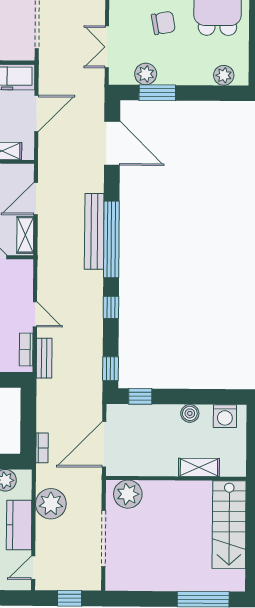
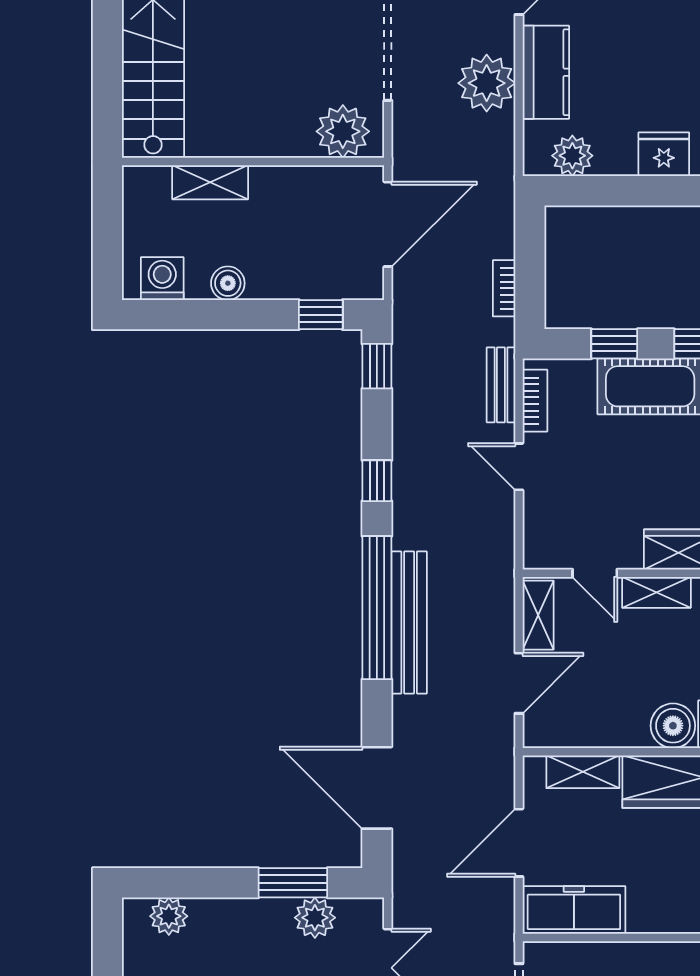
bookcase: (42, 448) -> (504, 288), moved
plant: (51, 504) -> (487, 83), moved

